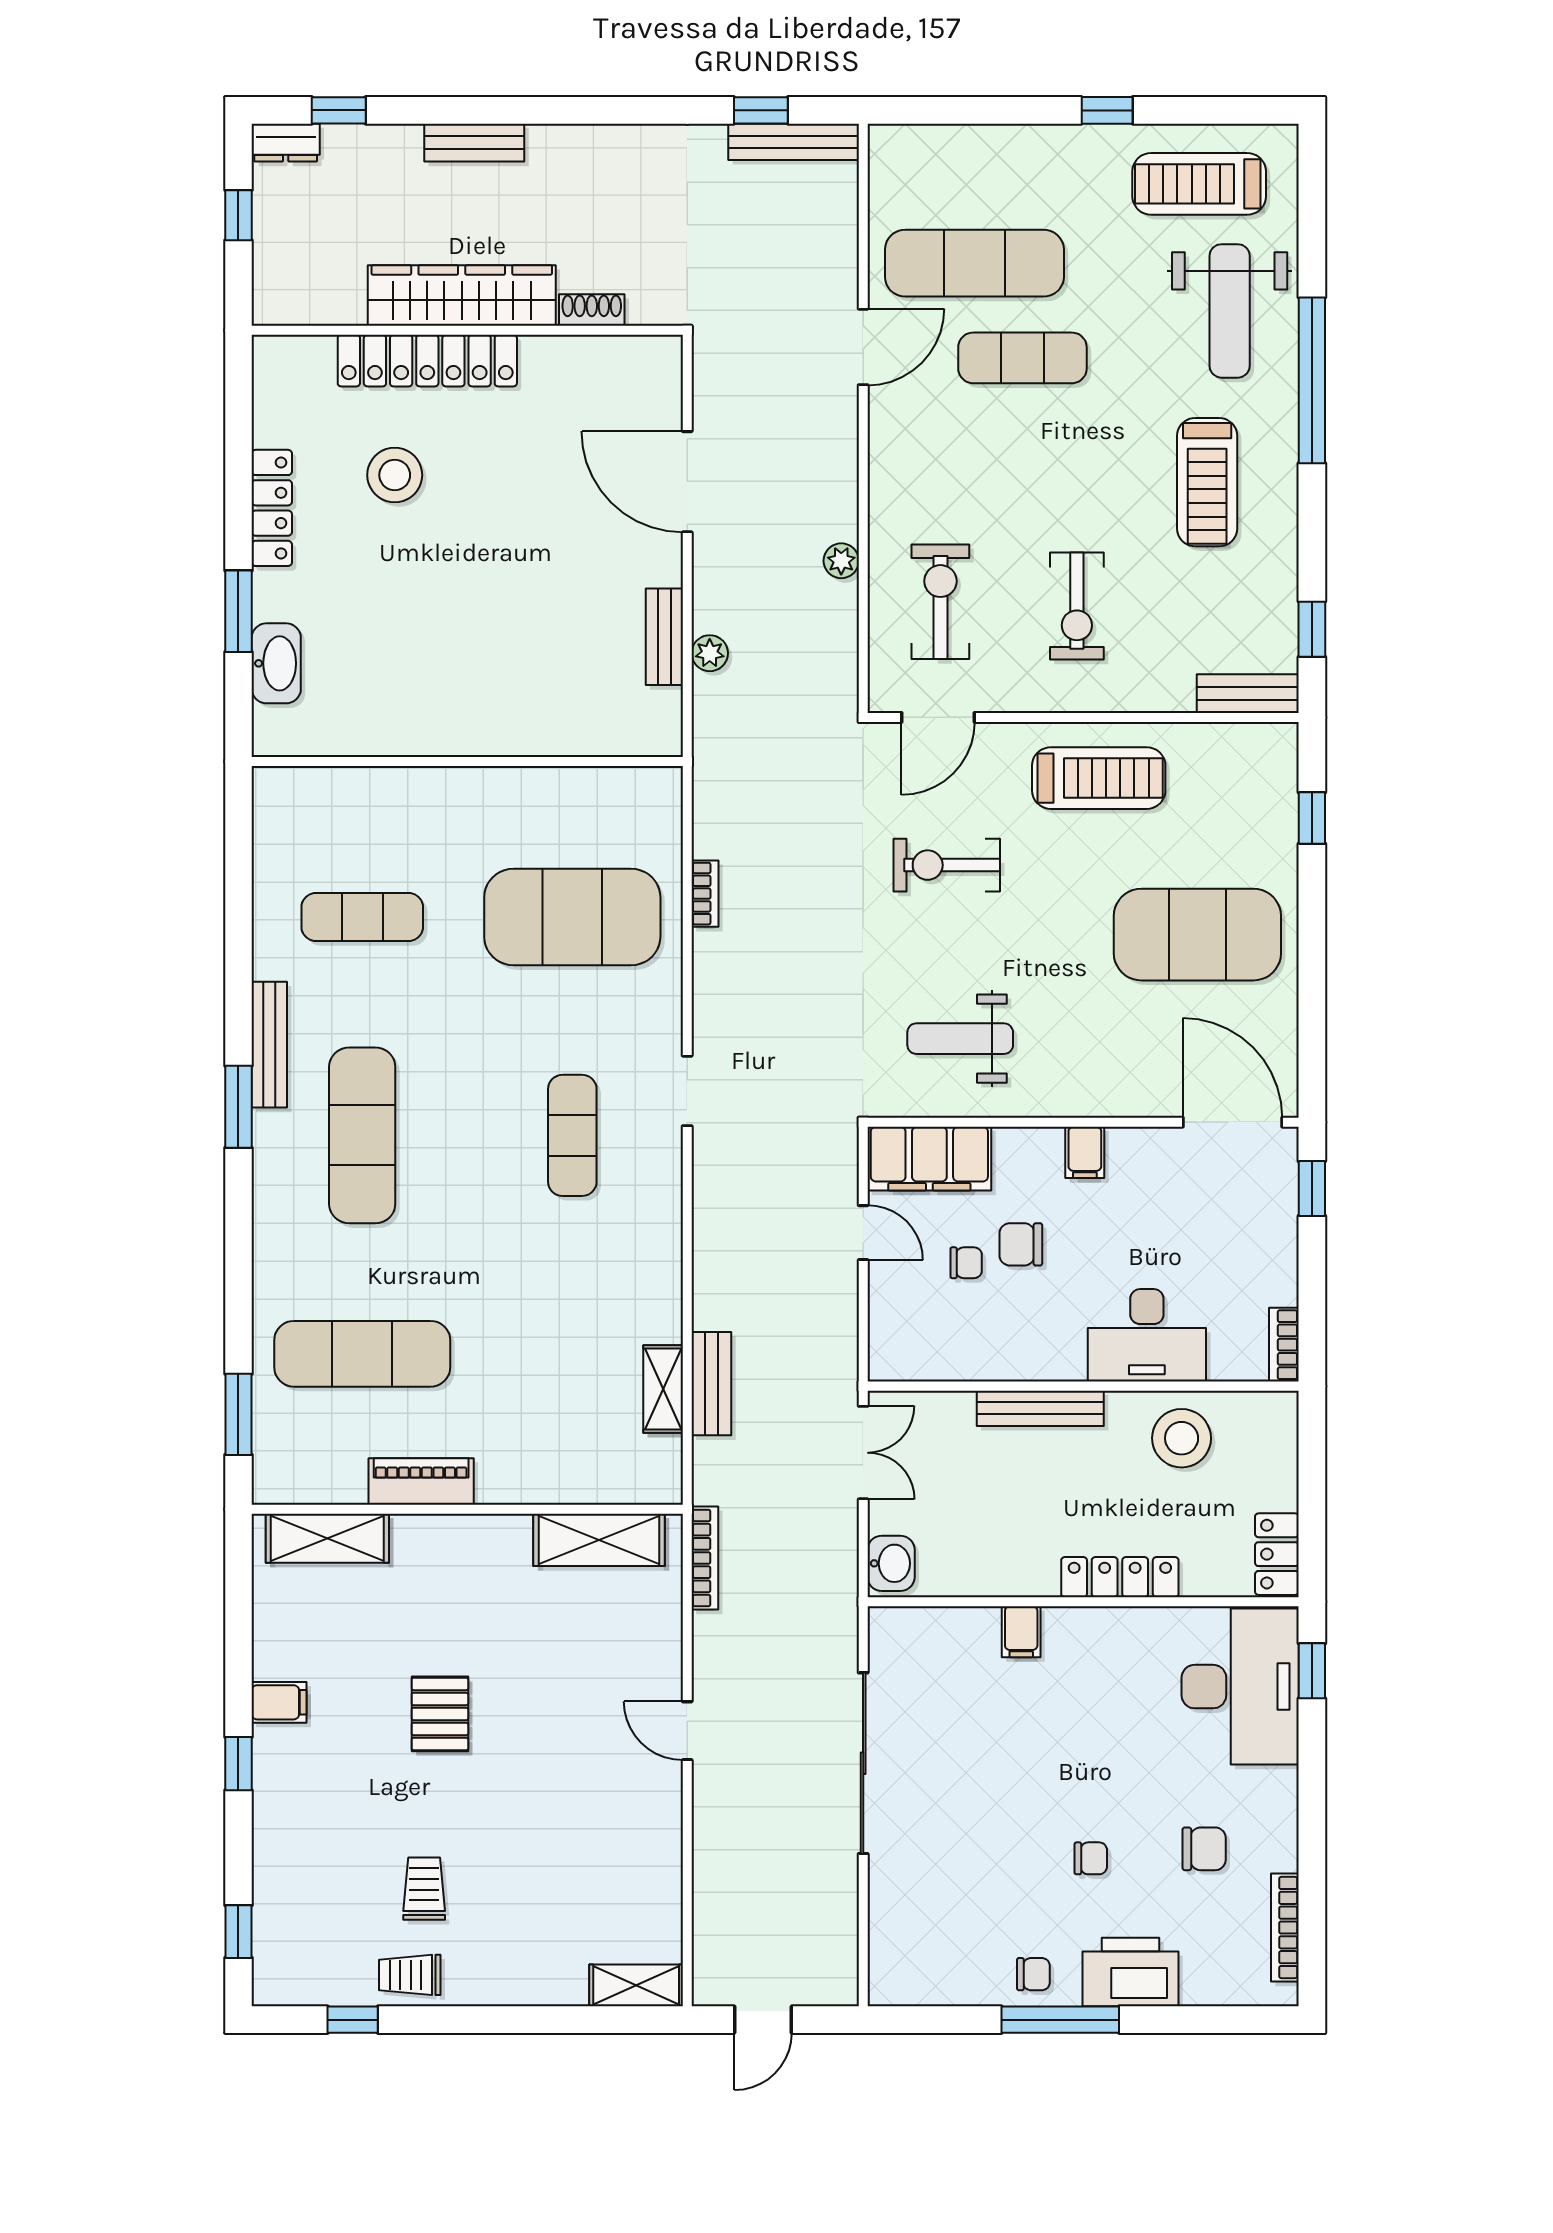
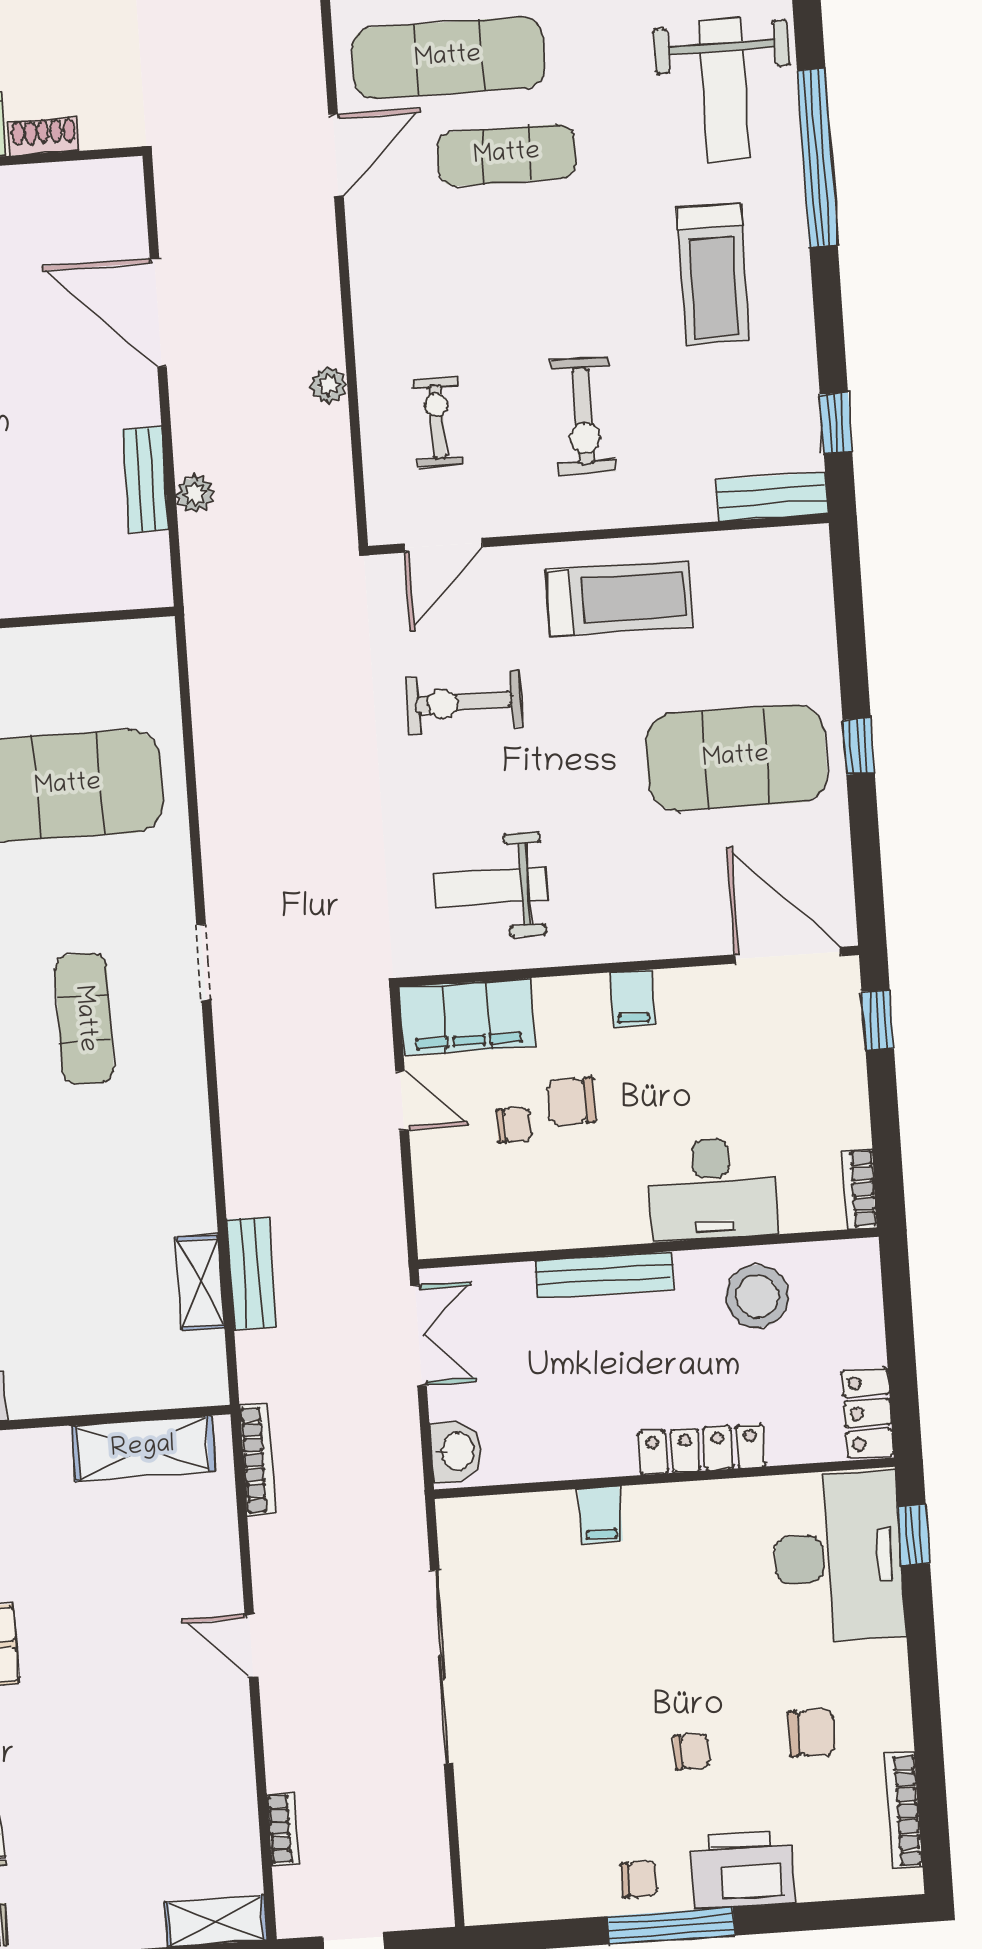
exercise bike: (940, 602) -> (437, 422), width x0.73, depth x0.72
window: (1312, 818) -> (859, 746), moved
bookcase: (705, 894) -> (283, 1829), moved

